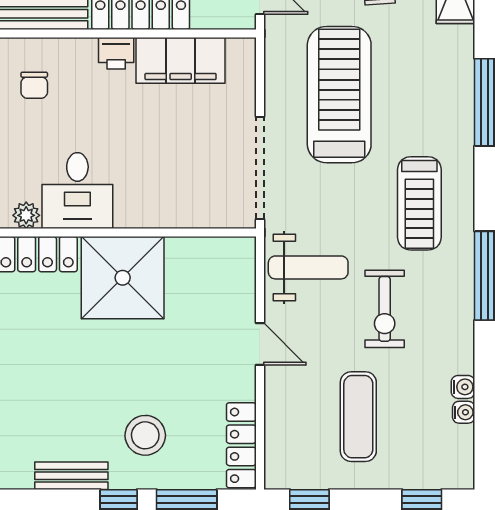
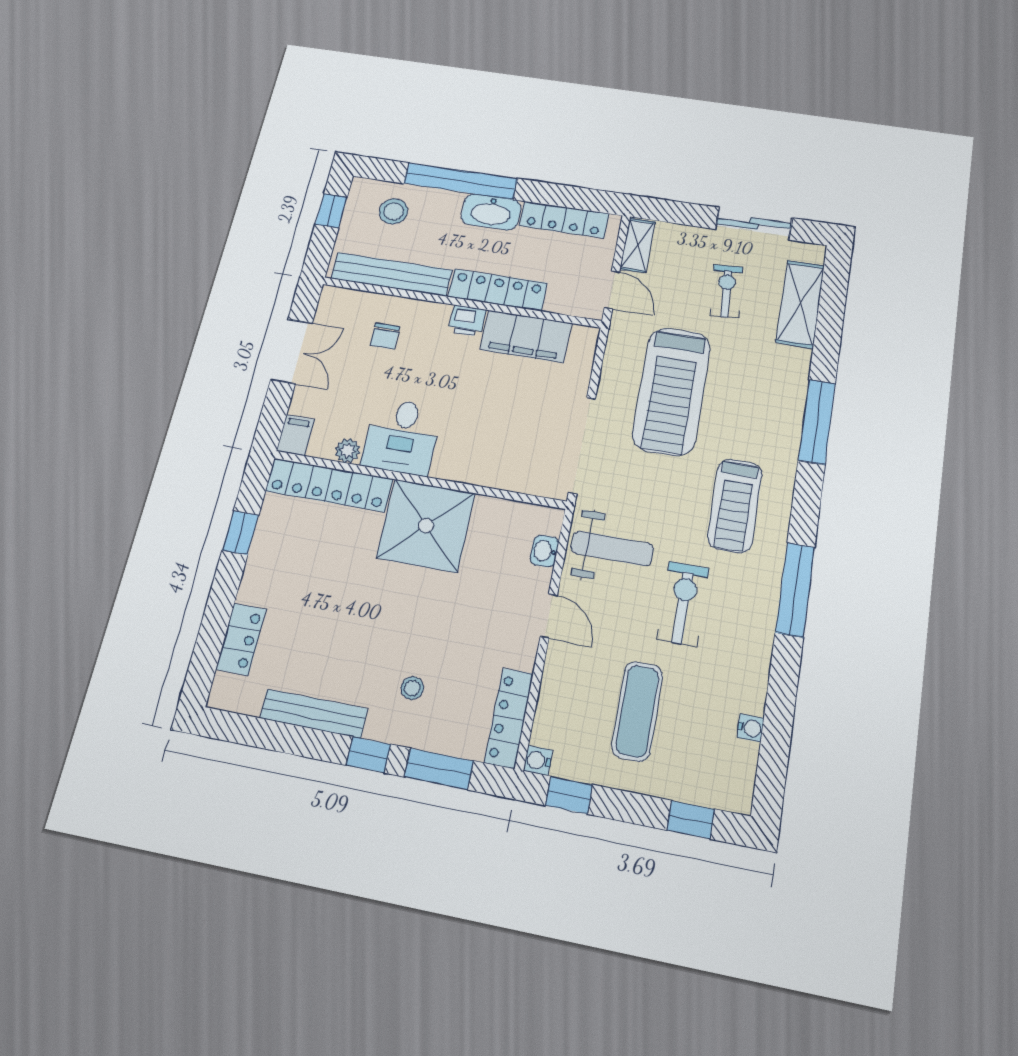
treadmill: (339, 95) -> (671, 391), turned 180
washbasin: (244, 282) -> (544, 551), added
exercise bike: (385, 309) -> (683, 604), turned 180
water cooler: (463, 387) -> (538, 761), moved, turned 180
stool: (145, 435) -> (412, 688), width x0.53, depth x0.53
bench: (71, 476) -> (314, 713), width x1.36

